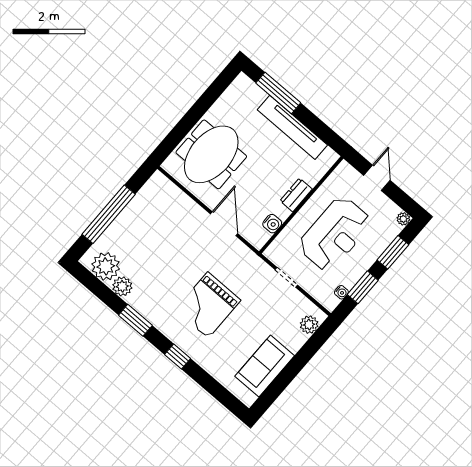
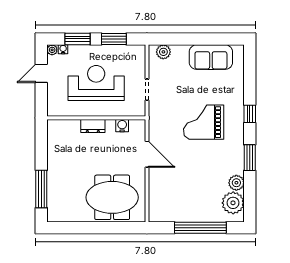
tv unit: (292, 127) -> (55, 163), removed
door: (377, 178) -> (41, 73), moved
door: (224, 224) -> (147, 154), swing flipped
water cooler: (341, 292) -> (63, 49), moved
grand piano: (208, 305) -> (204, 122), turned 180

